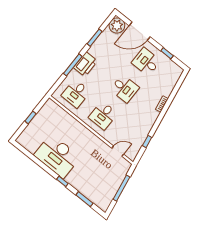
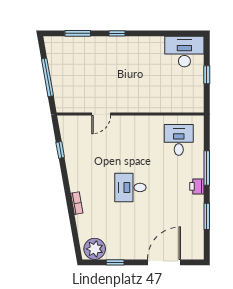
plant: (117, 26) -> (95, 249), moved
desk: (146, 62) -> (130, 235), removed
printer: (85, 64) -> (197, 186), width x0.53, depth x0.68
desk: (103, 115) -> (130, 140), removed
door: (118, 151) -> (101, 114), moved
desk: (57, 156) -> (184, 52), moved, width x0.73, depth x0.77

